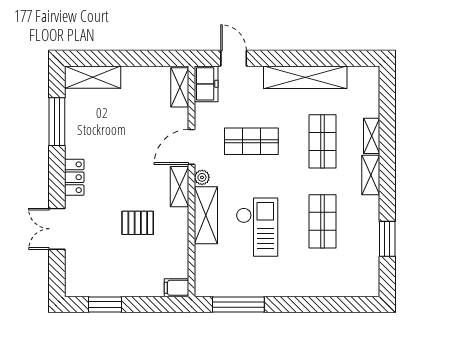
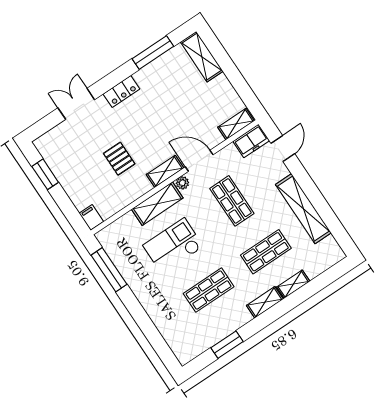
checkout: (257, 227) -> (173, 246), turned 180

